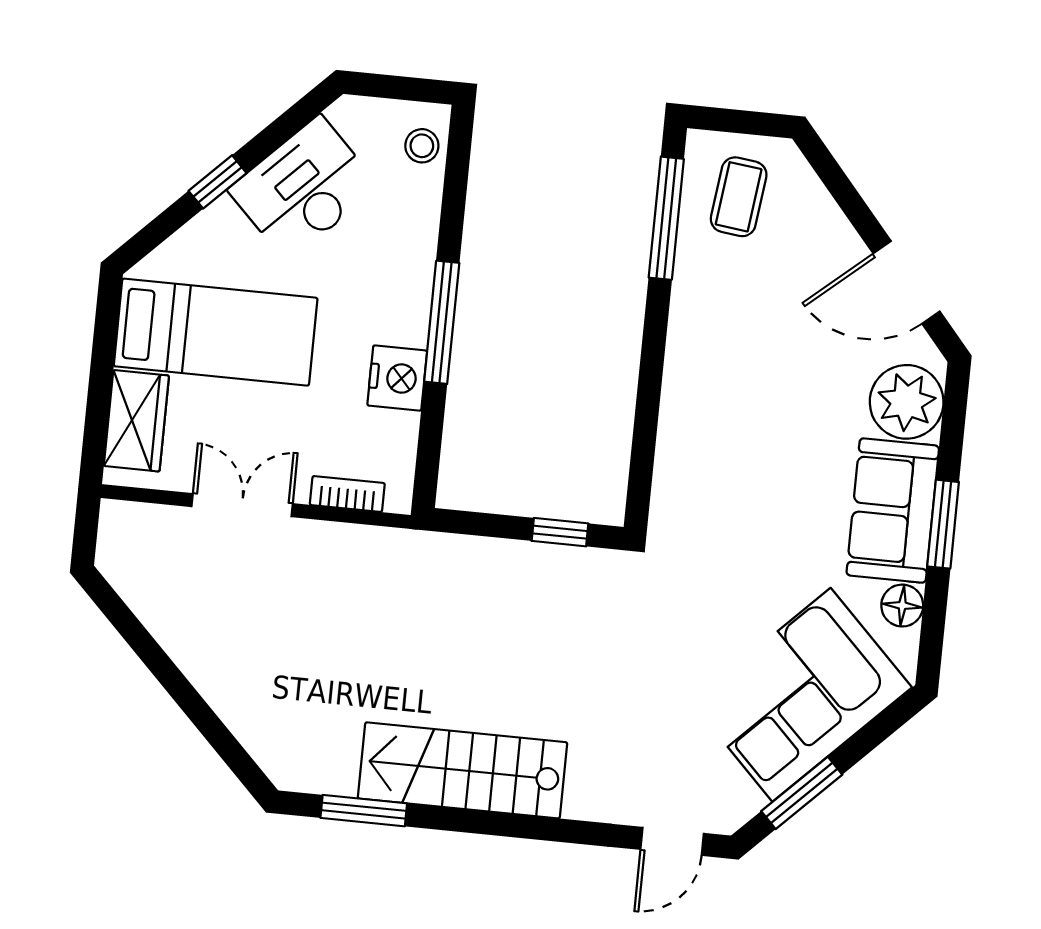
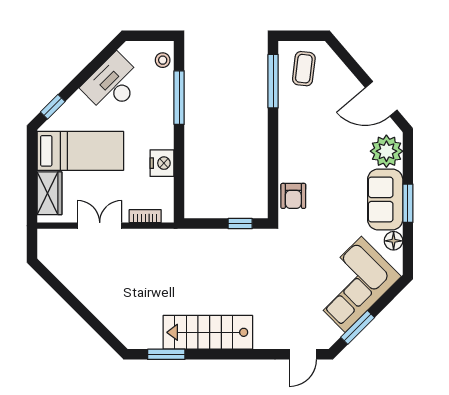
window: (218, 182) -> (53, 107), moved
window: (442, 322) -> (179, 98), moved
armchair: (686, 482) -> (293, 196), added

